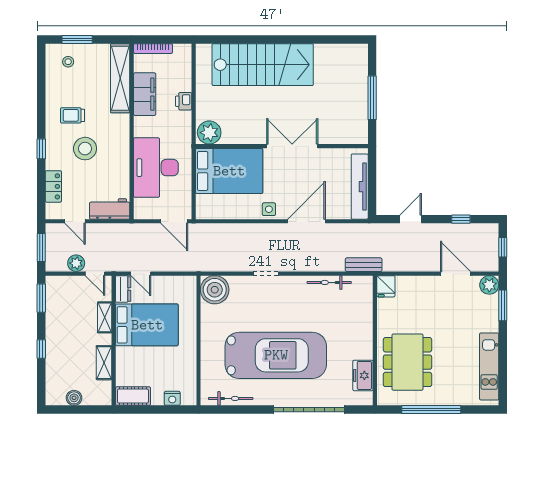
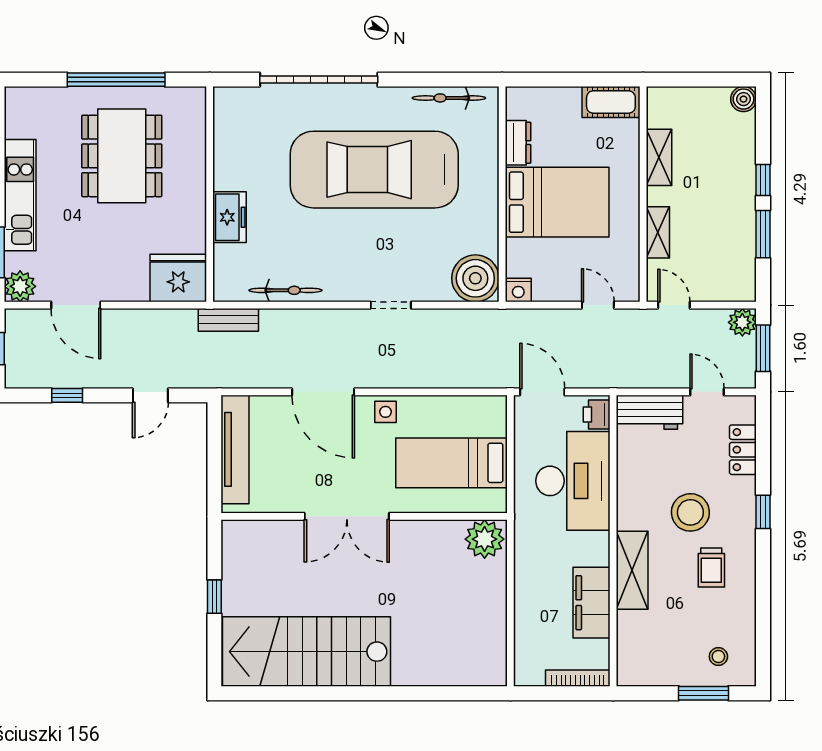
stairs: (263, 65) -> (306, 652), moved
shelving: (120, 78) -> (632, 570), moved, width x0.68
window: (372, 98) -> (214, 597), width x0.46
printer: (184, 101) -> (597, 415), moved, turned 180
trolley: (72, 115) -> (711, 567), turned 90
bed: (229, 171) -> (451, 463), width x0.67
door: (306, 221) -> (323, 392), hinge flipped
plant: (76, 263) -> (742, 322), moved
fridge: (386, 286) -> (178, 278), width x1.88, depth x1.34
dresser: (123, 289) -> (518, 143), moved, turned 180
window: (41, 298) -> (763, 234), moved
bed: (147, 325) -> (557, 202), moved, turned 180
dining table: (408, 362) -> (122, 156), moved
kitchen unit: (489, 366) -> (20, 195), moved
freezer: (363, 375) -> (230, 217), moved
boiler: (74, 398) -> (744, 99), moved
nightstand: (172, 398) -> (518, 290), moved, turned 180

